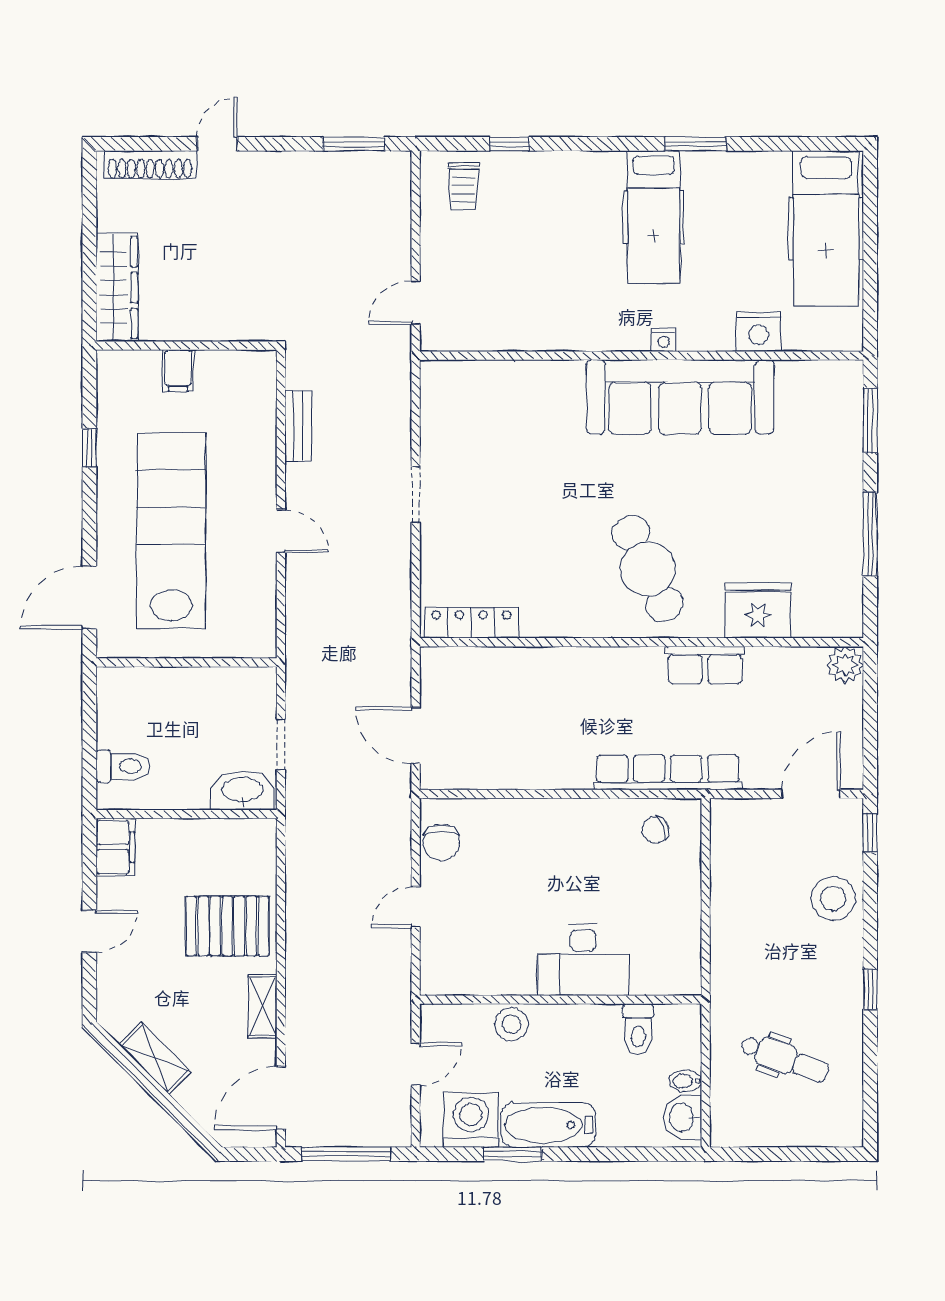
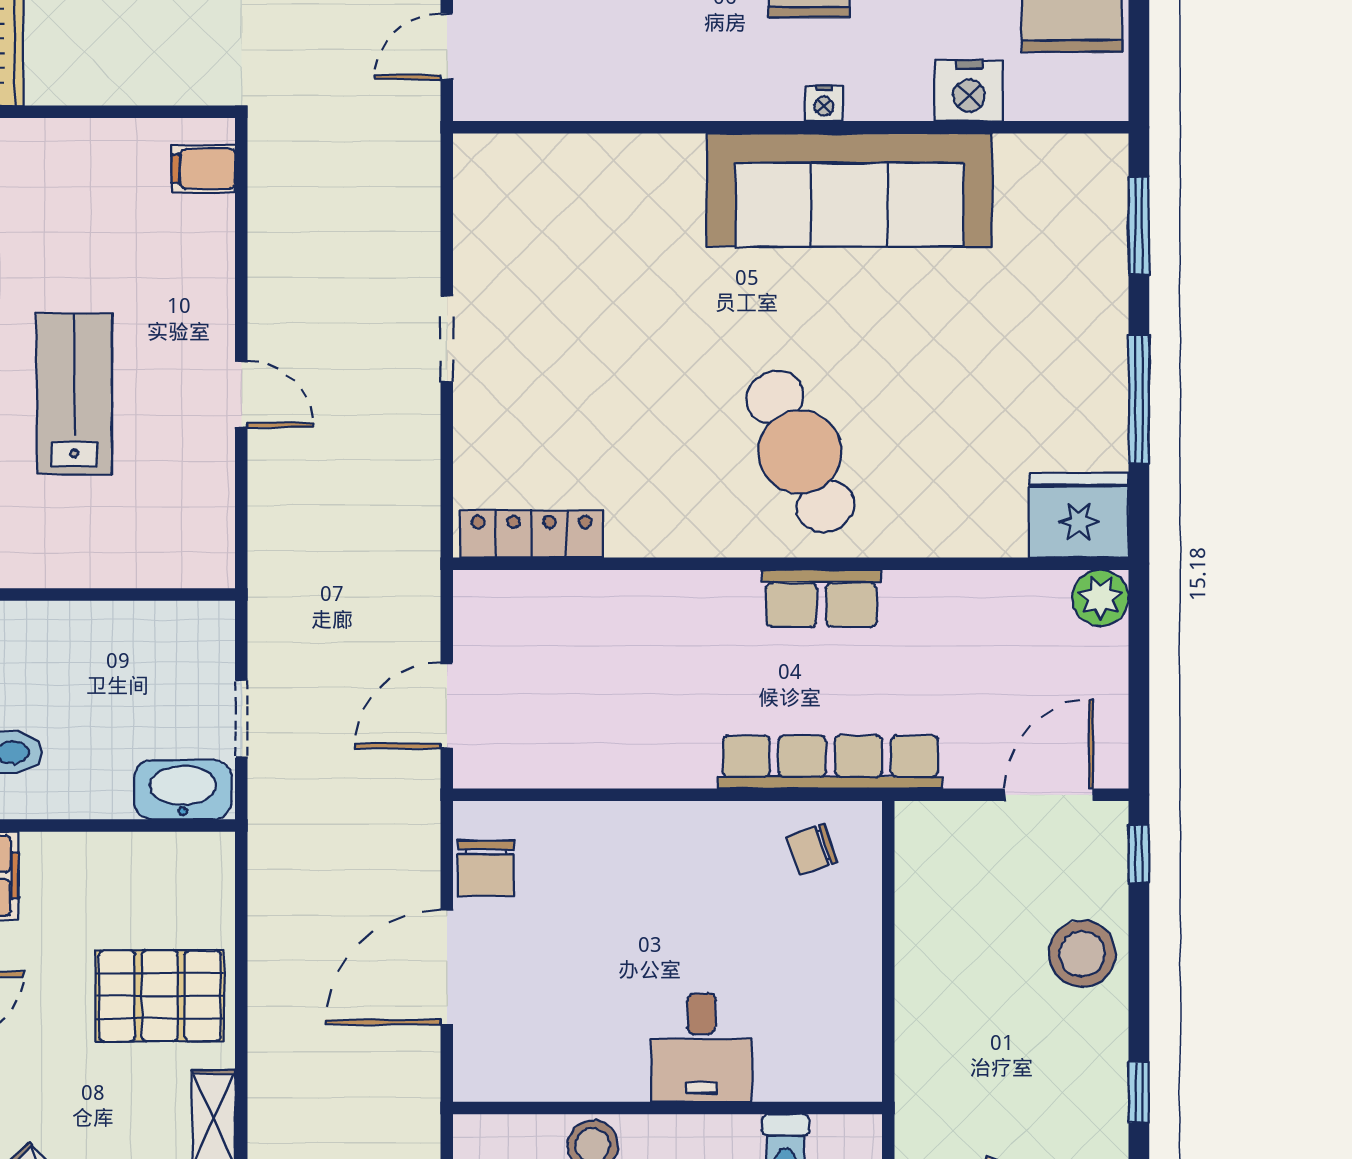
filing cabinet: (178, 371) -> (203, 169), moved, turned 90
bench: (298, 426) -> (268, 234), removed
lab bench: (171, 531) -> (74, 394), width x0.54, depth x0.72
fridge: (758, 610) -> (1079, 515), moved
row of seats: (705, 665) -> (821, 599), moved
door: (416, 735) -> (447, 705), hinge flipped
door: (416, 907) -> (447, 967), width x1.87
desk: (583, 960) -> (702, 1047), width x0.73

